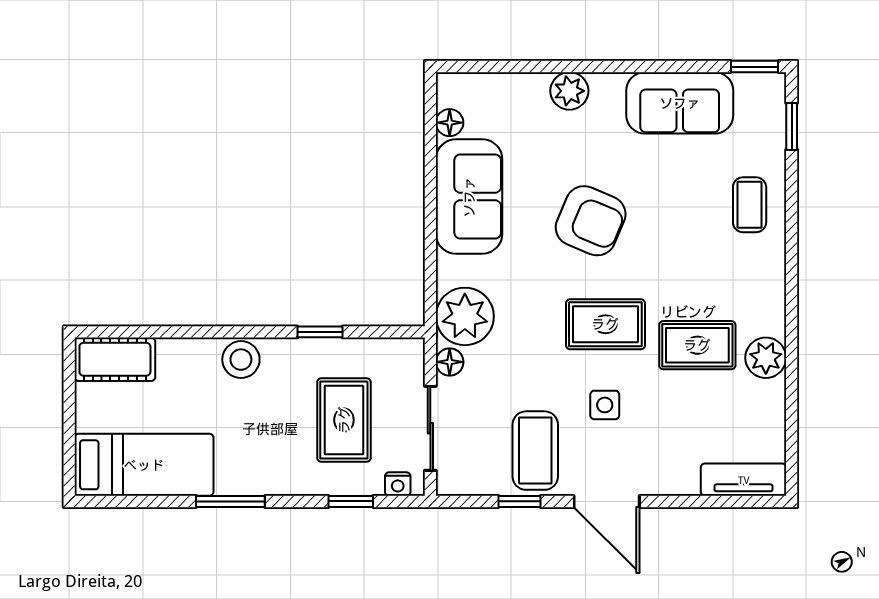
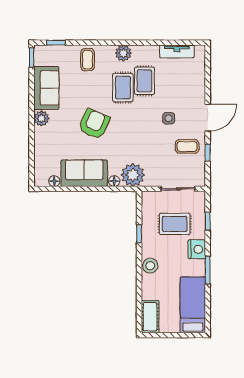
plant: (569, 91) -> (41, 118), moved
coffee table: (750, 205) -> (88, 60), turned 90
rug: (605, 324) -> (123, 88), moved
plant: (766, 358) -> (123, 53), moved
floor lamp: (450, 362) -> (114, 181), moved
coffee table: (535, 451) -> (187, 146), width x0.73, depth x0.77
tv unit: (744, 480) -> (177, 51), moved, turned -90
nightstand: (398, 484) -> (197, 249), moved, width x1.89, depth x1.79

